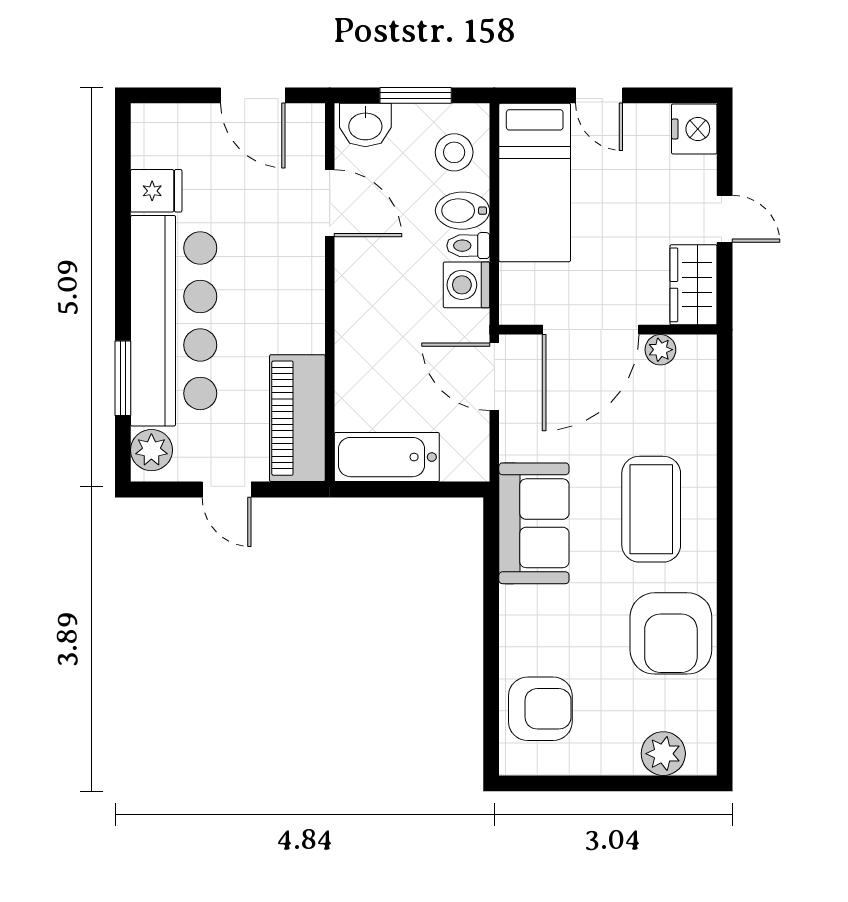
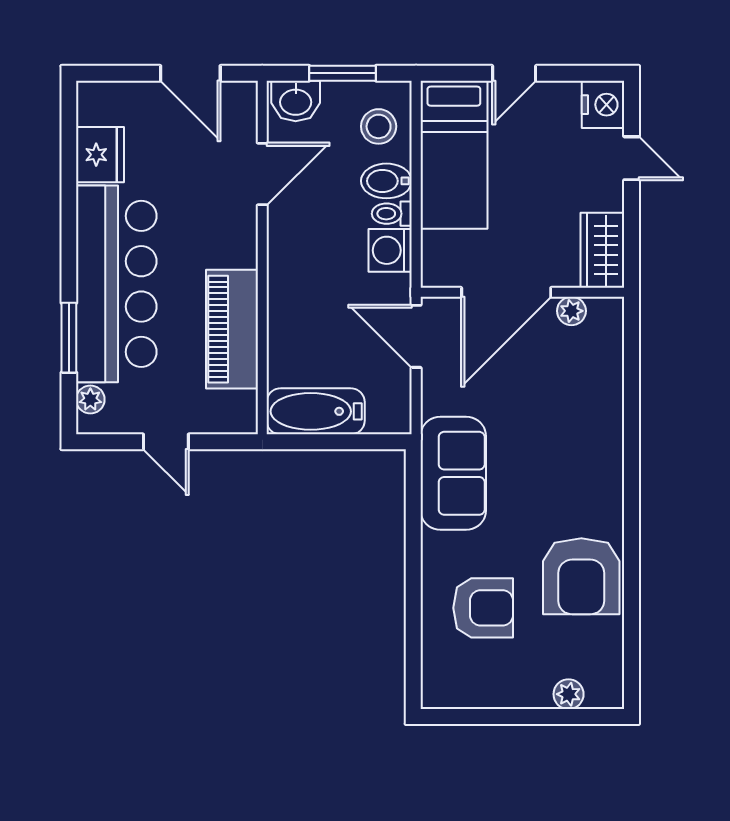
door: (599, 95) -> (514, 73), hinge flipped
fridge: (156, 191) -> (100, 155), width x1.38
door: (330, 203) -> (262, 174), hinge flipped
door: (725, 219) -> (632, 158), moved
piano: (297, 418) -> (232, 329), moved
plant: (151, 450) -> (90, 399), width x0.73, depth x0.73
coffee table: (651, 509) -> (563, 460), removed
armchair: (540, 709) -> (483, 608), moved
plant: (663, 754) -> (569, 694), width x0.73, depth x0.73

